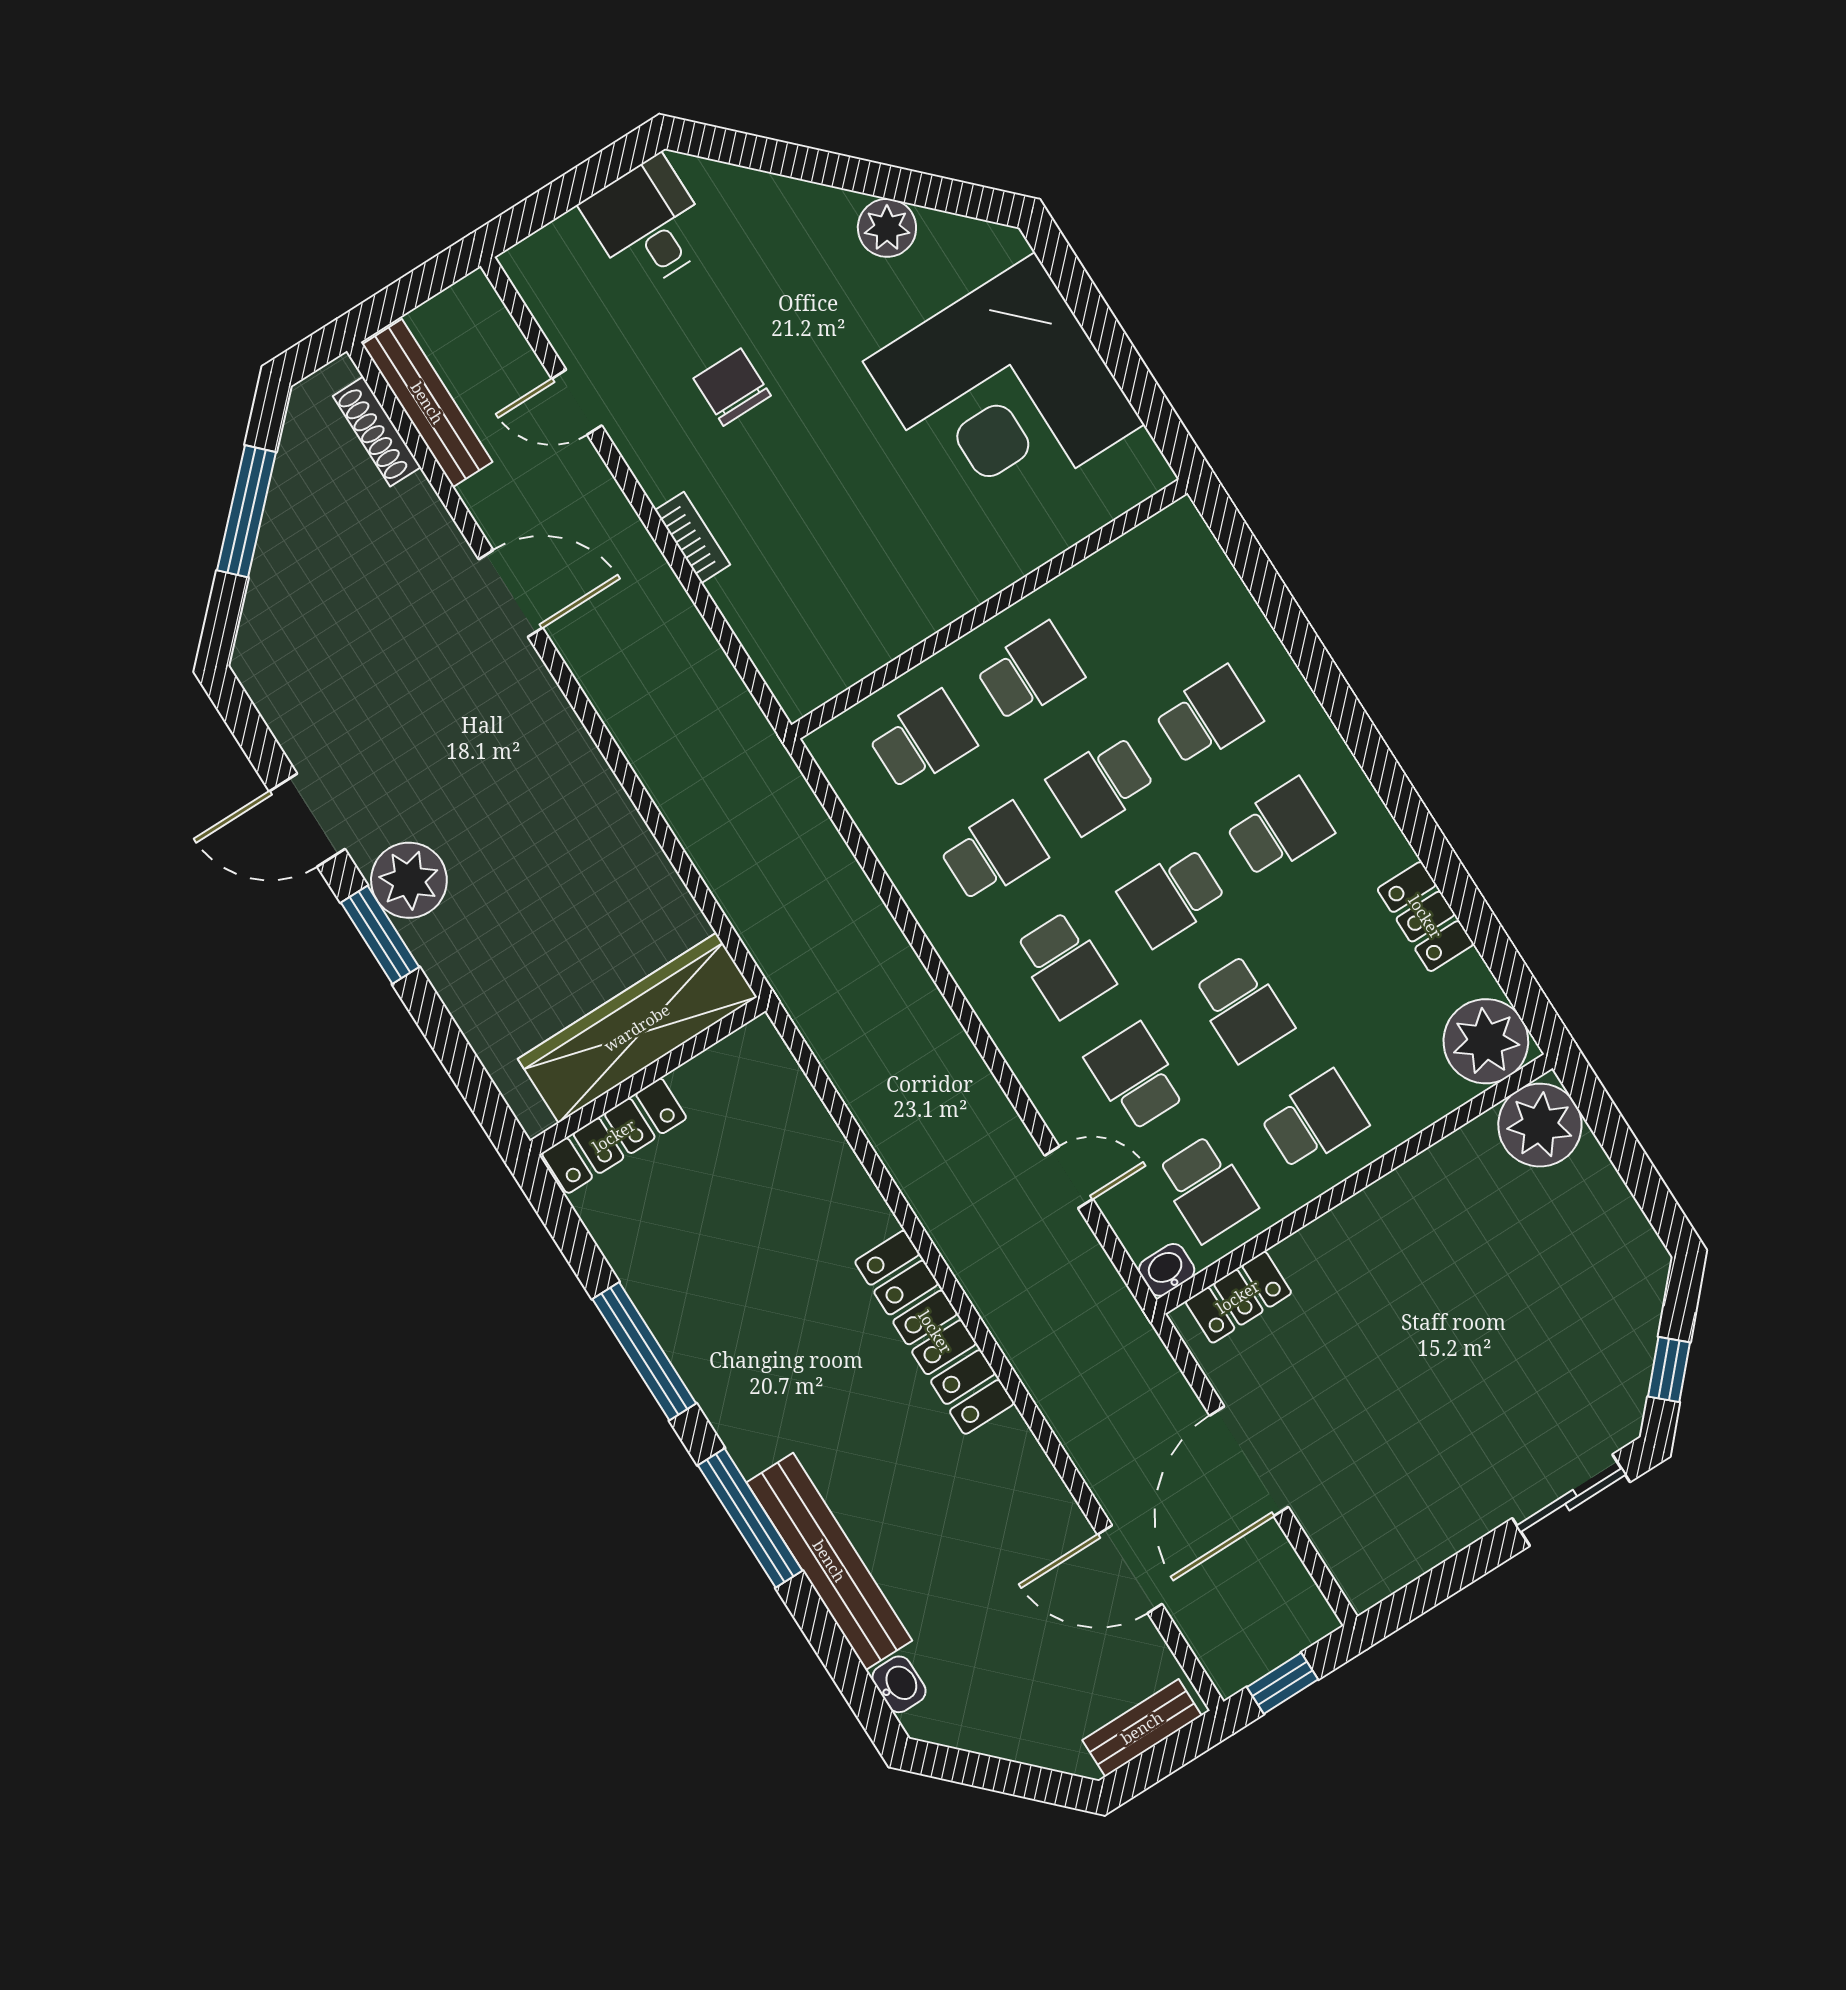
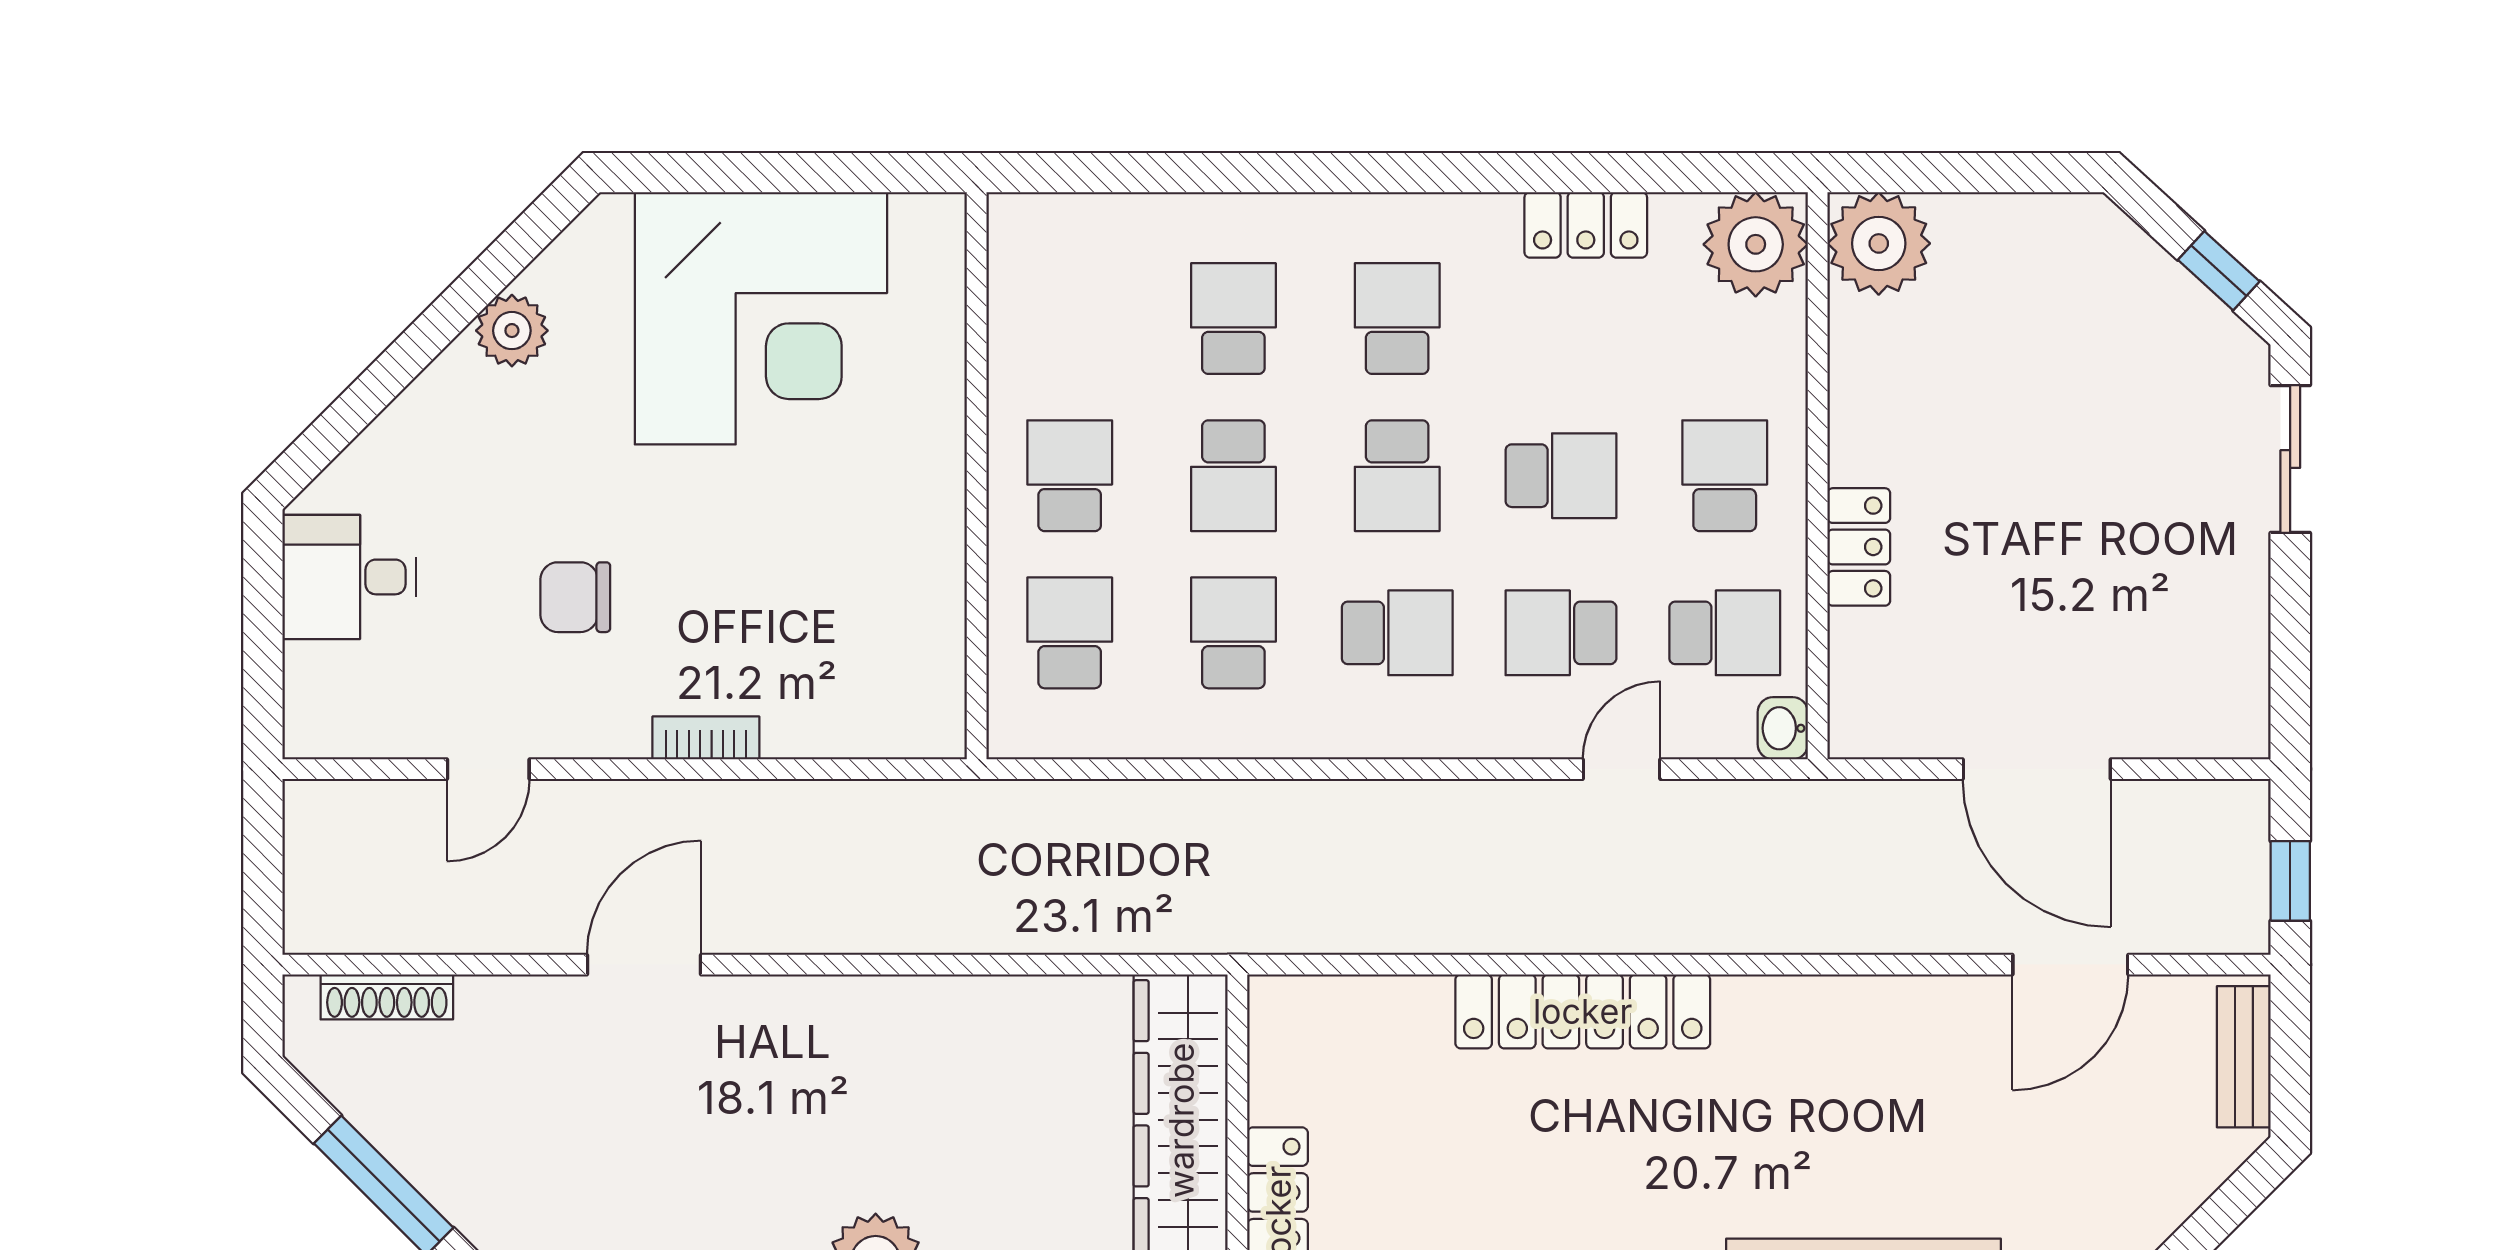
bench: (427, 403) -> (390, 926), removed
locker: (1238, 1297) -> (1859, 547), moved
locker: (935, 1332) -> (1583, 1011), moved

